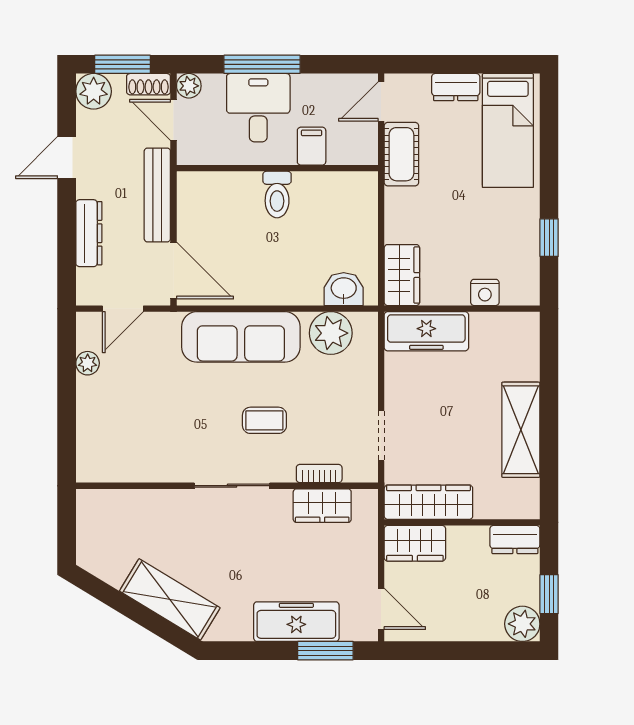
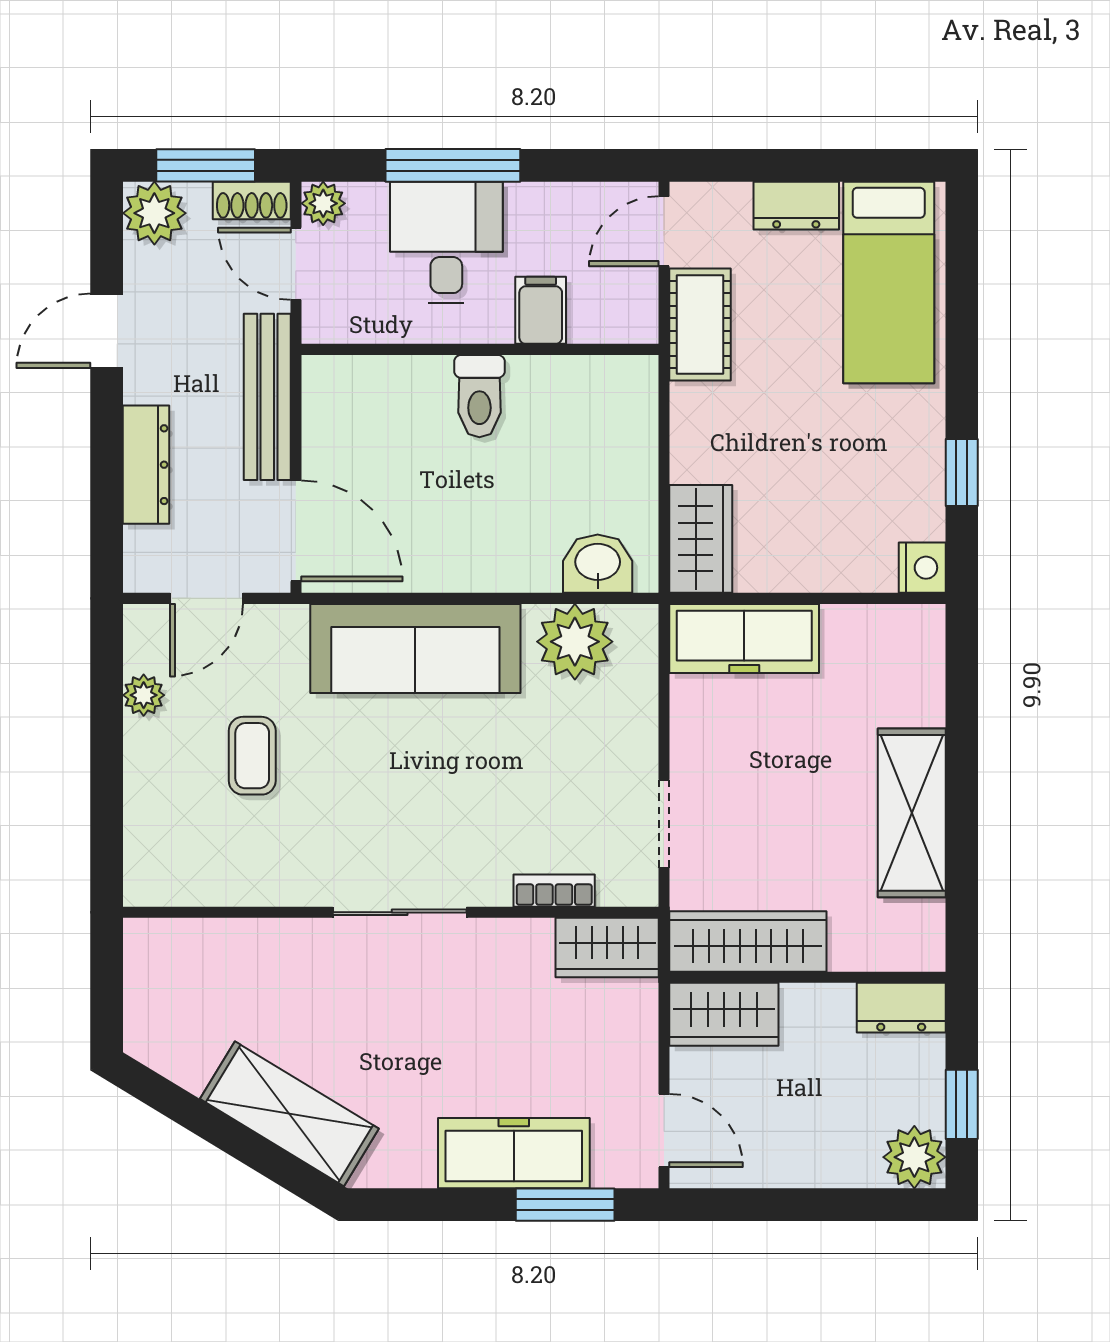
nightstand: (485, 292) -> (922, 568), moved, turned -90
coffee table: (264, 420) -> (252, 756), moved, turned 90
wardrobe: (322, 506) -> (607, 948), moved

